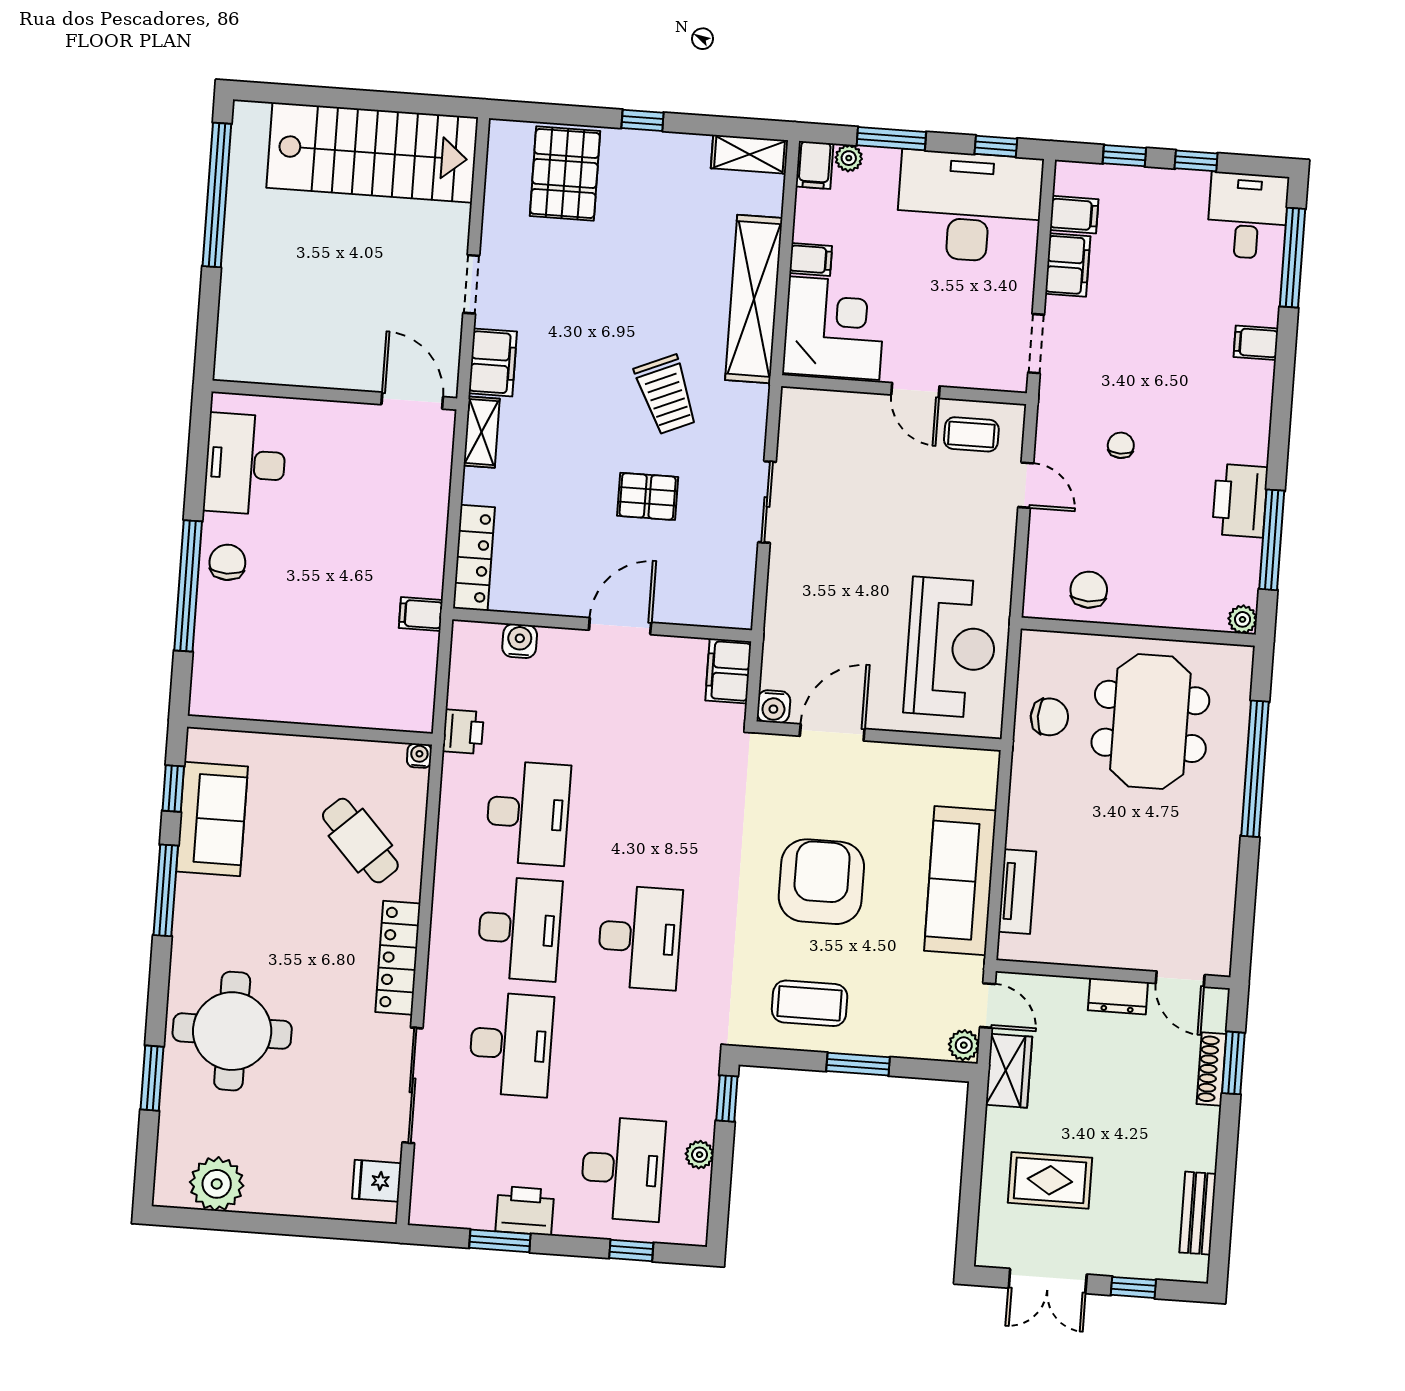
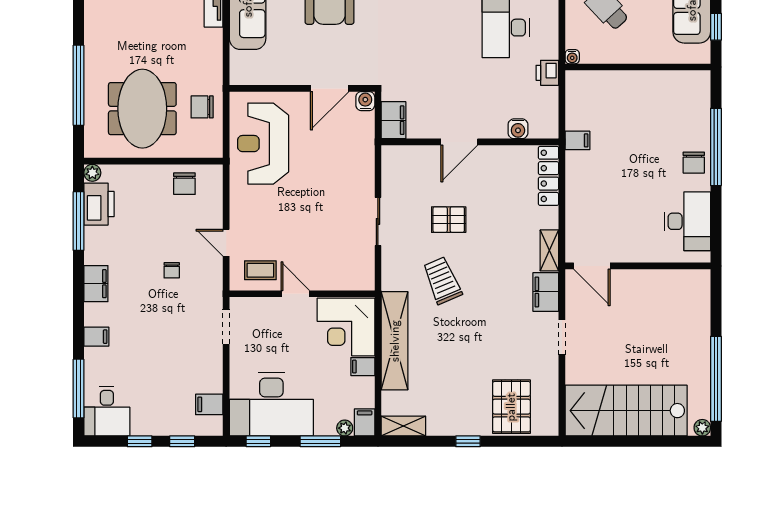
plant: (246, 114) -> (702, 428), added
filing cabinet: (1068, 265) -> (96, 284), moved, turned 180
printer: (1240, 501) -> (99, 204), moved

